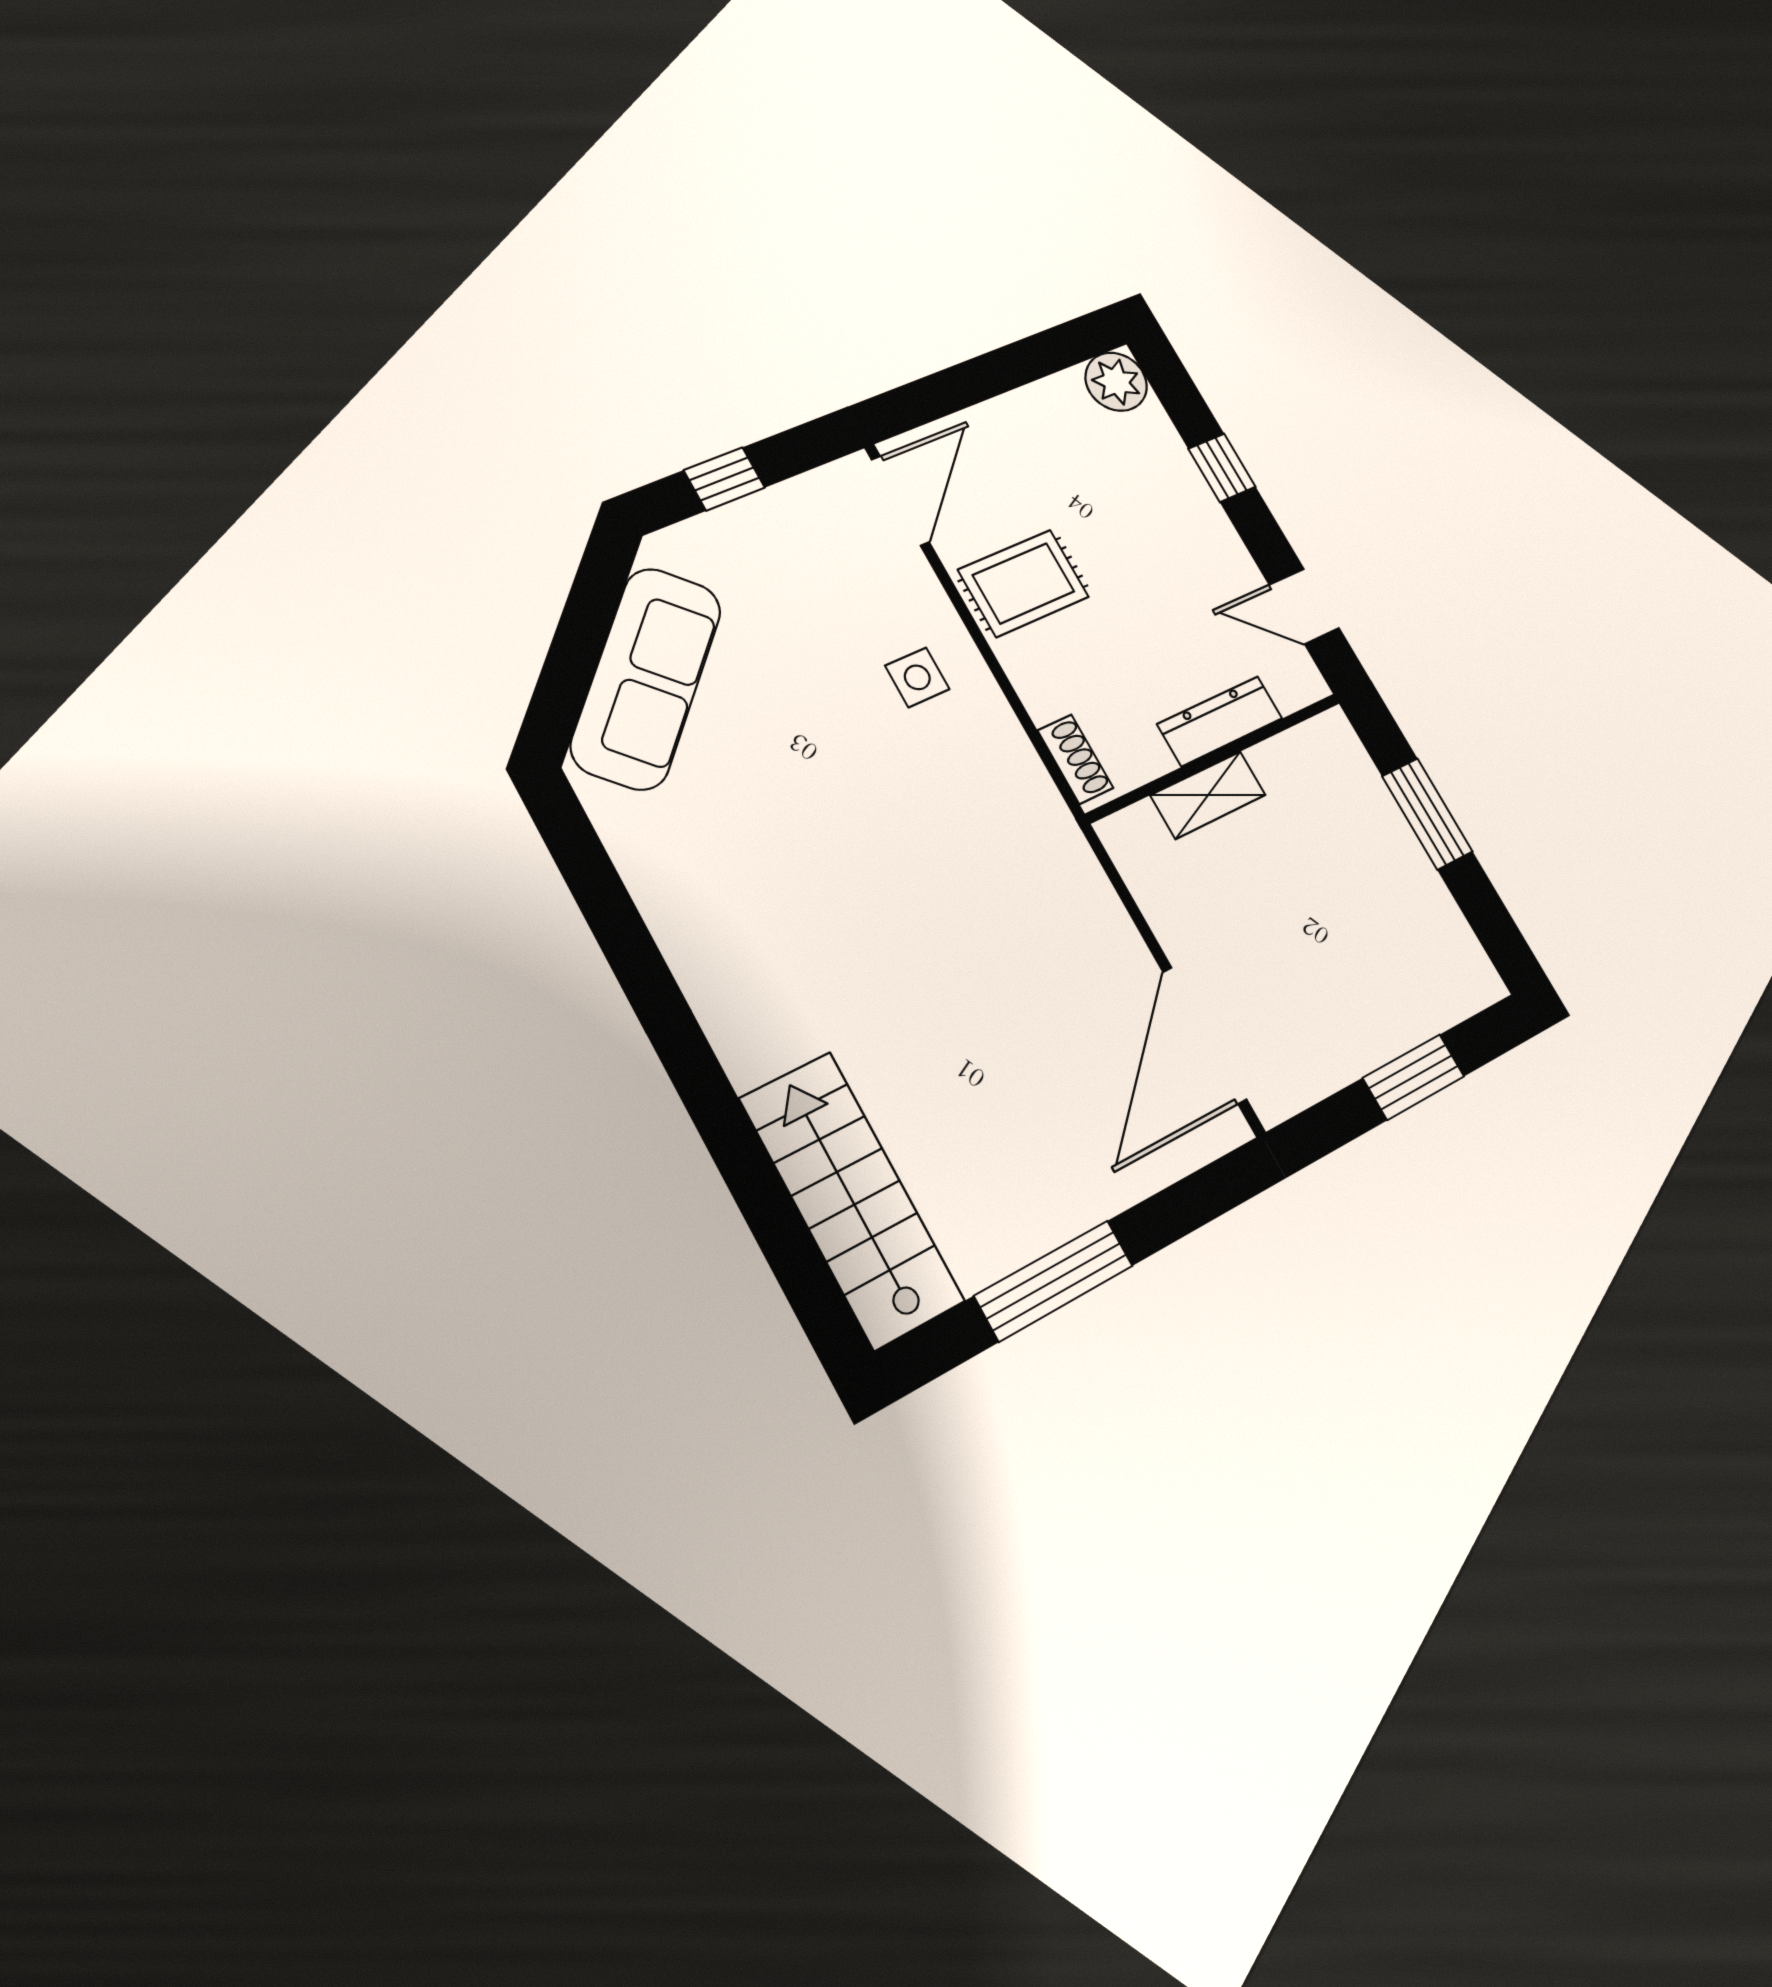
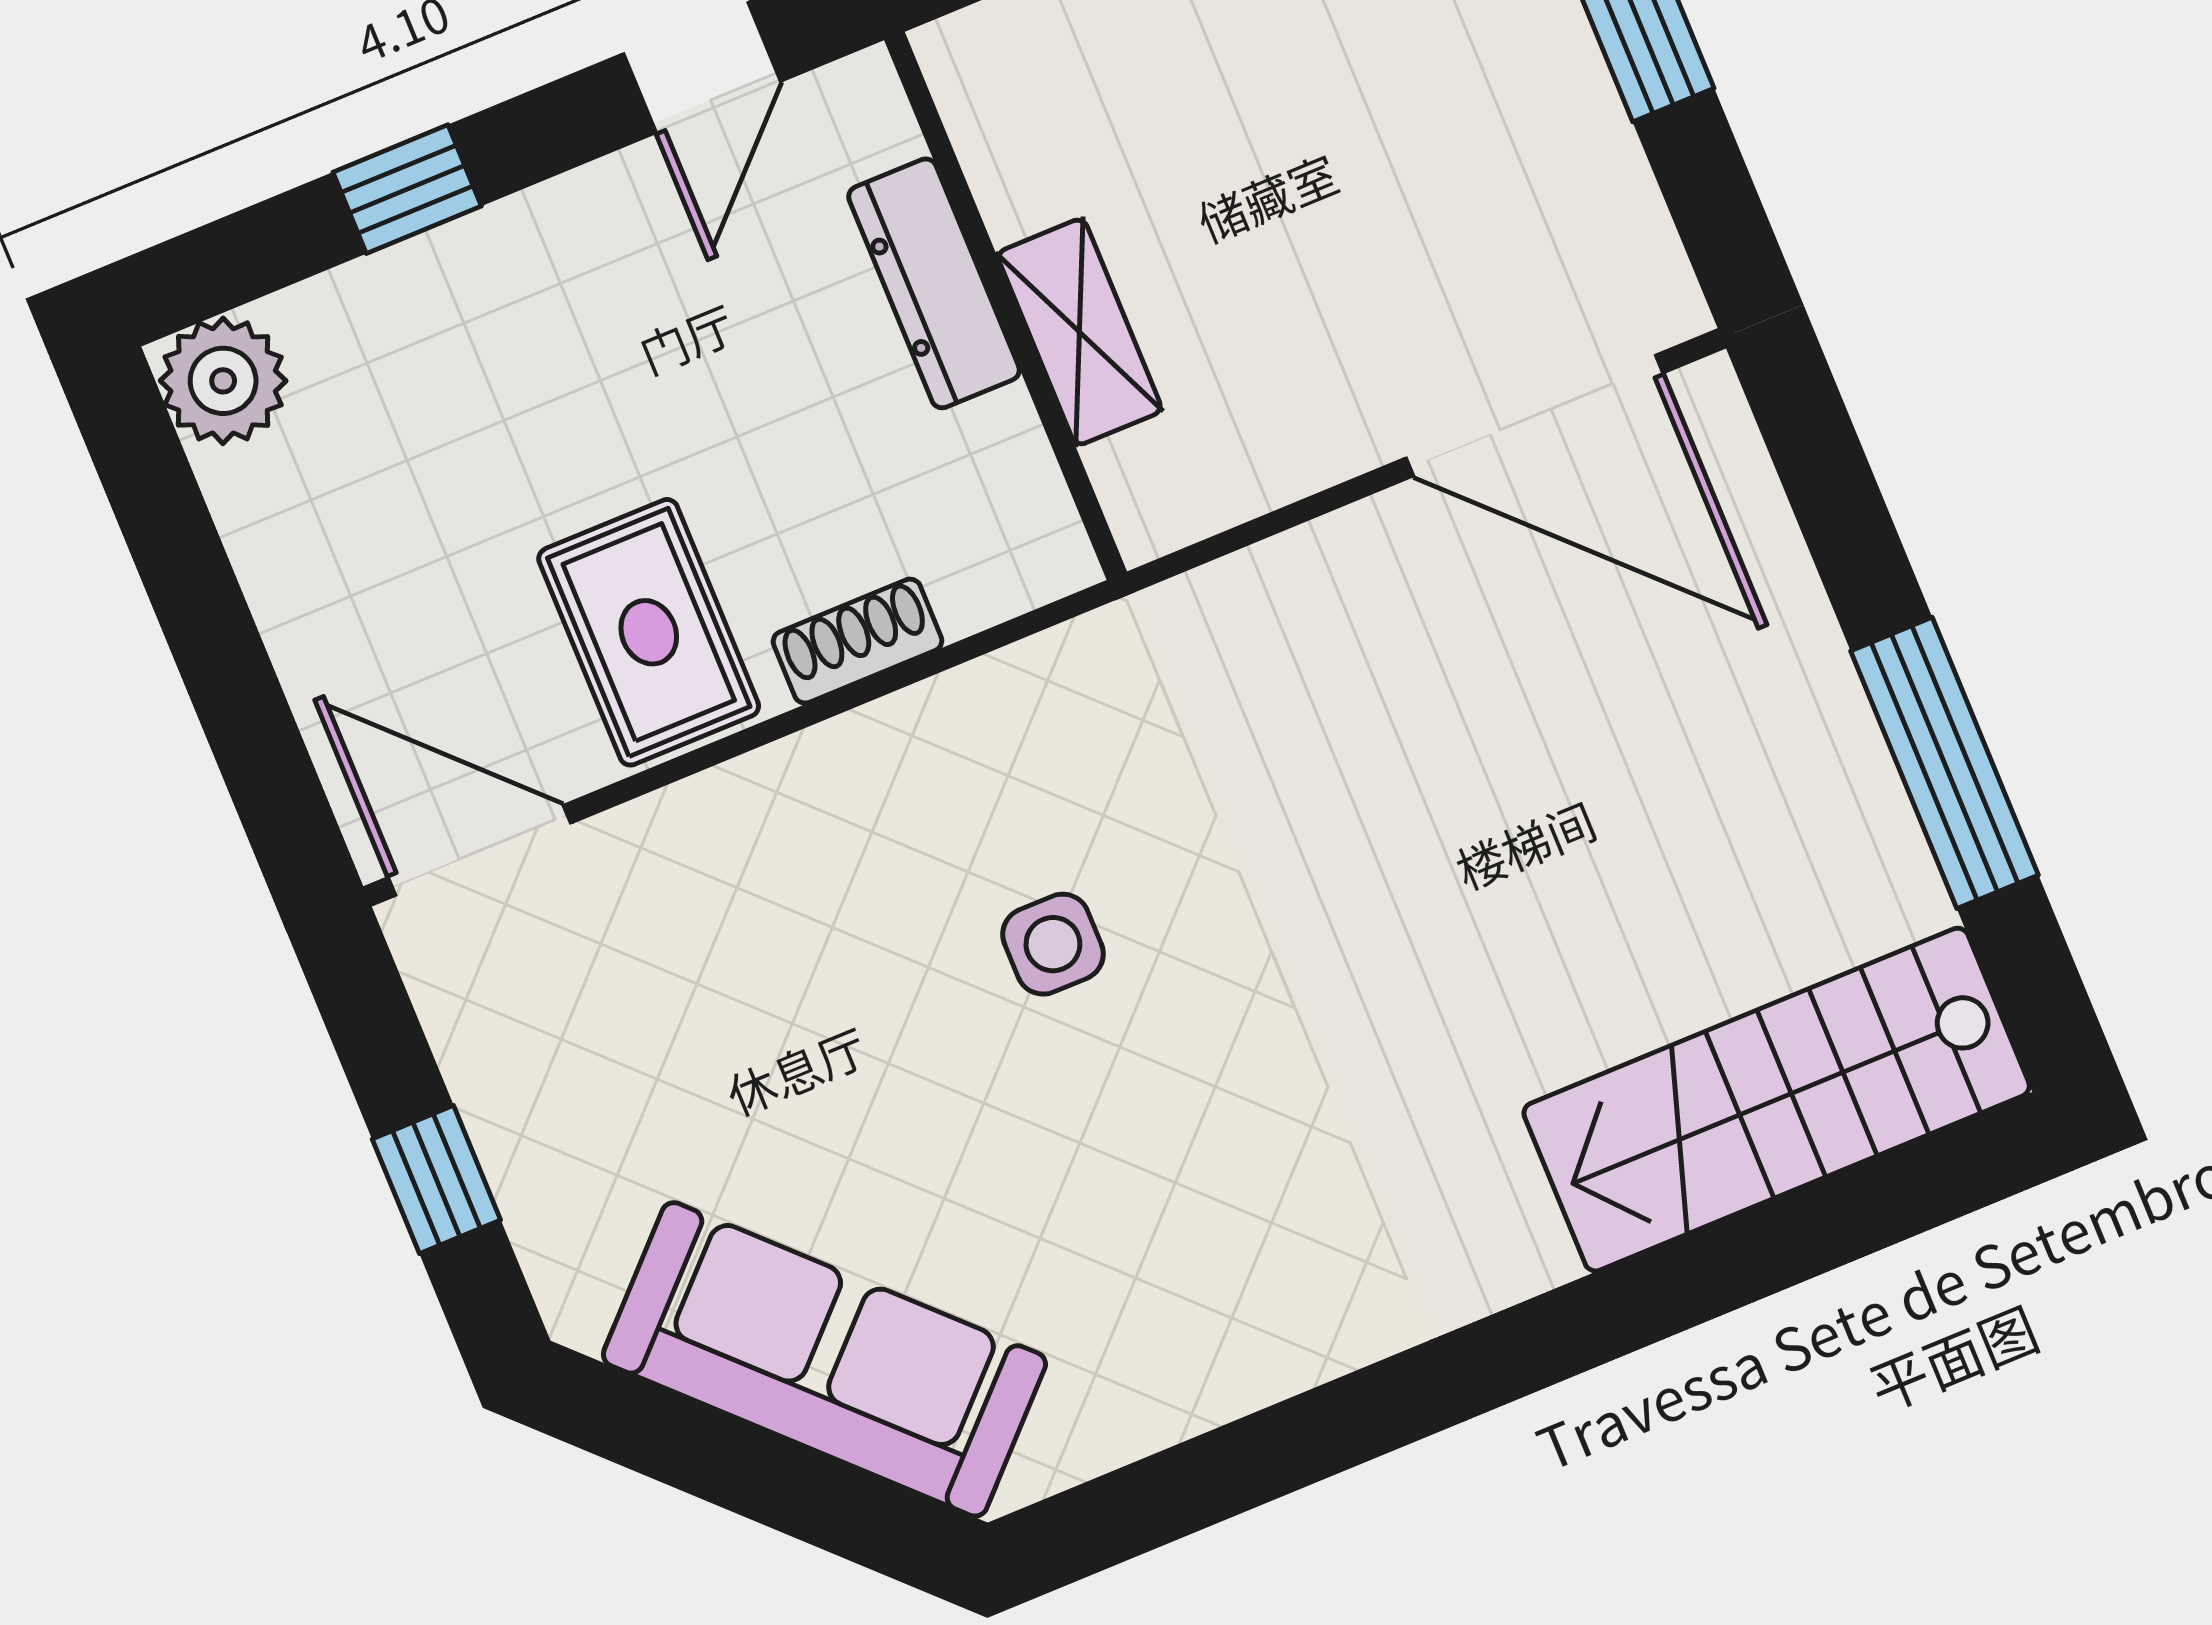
side table: (917, 677) -> (1053, 944), moved
shoe rack: (1075, 759) -> (858, 641), moved

